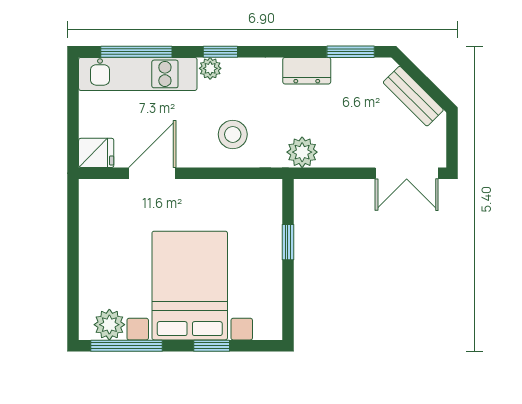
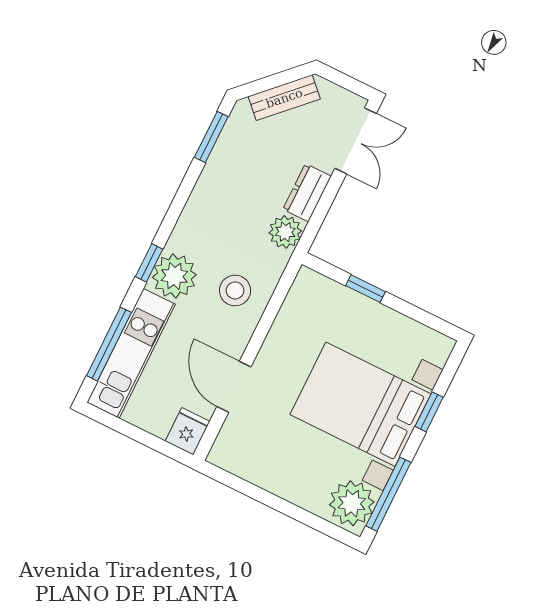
plant: (210, 68) -> (174, 276), width x1.88, depth x1.88
dresser: (307, 71) -> (307, 193), moved, turned 180
plant: (109, 325) -> (352, 503), width x1.36, depth x1.36

